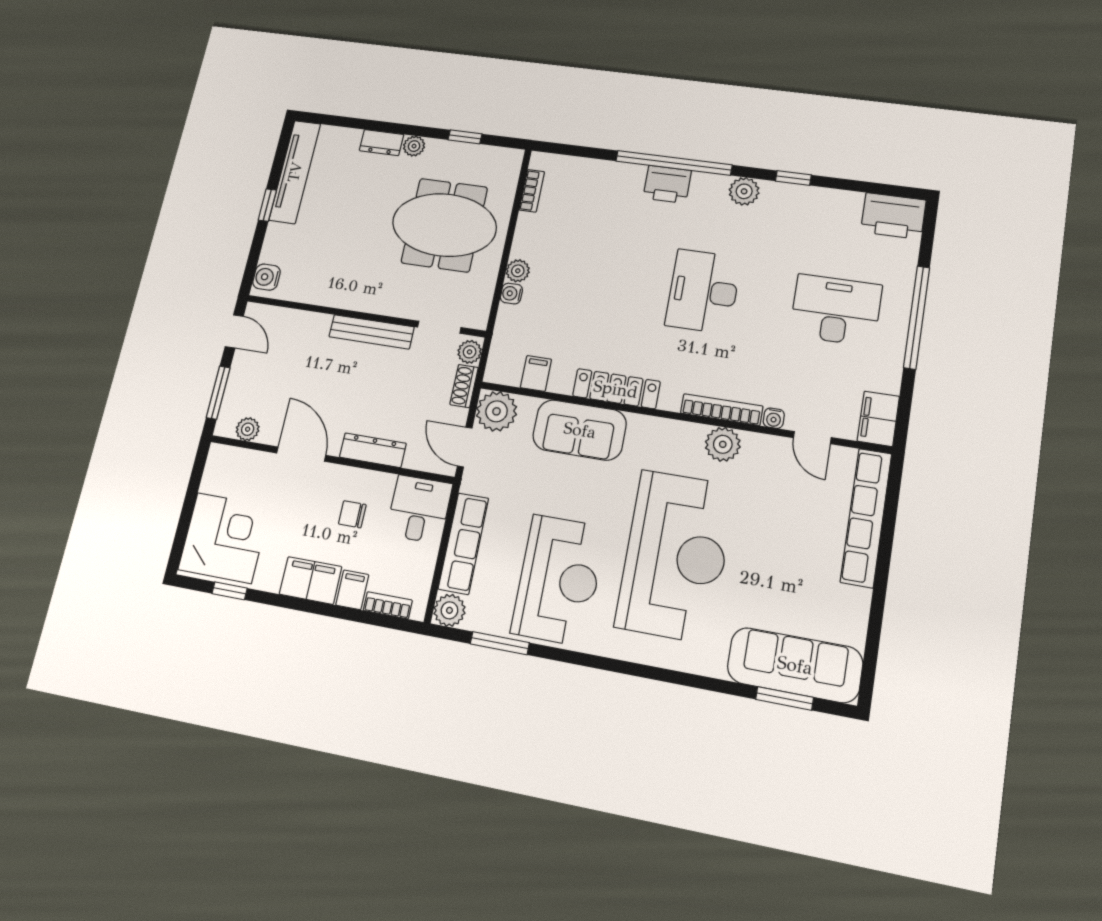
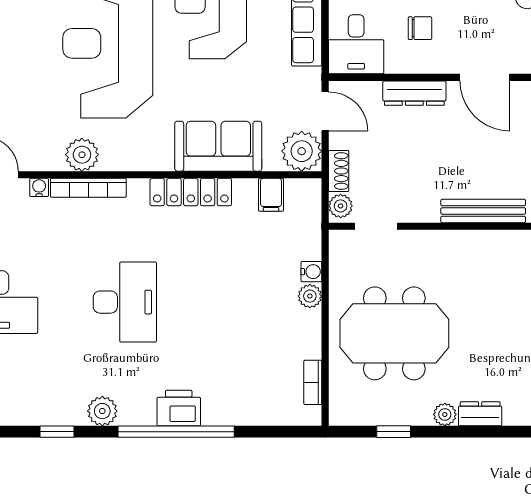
bench: (372, 332) -> (483, 211), moved

